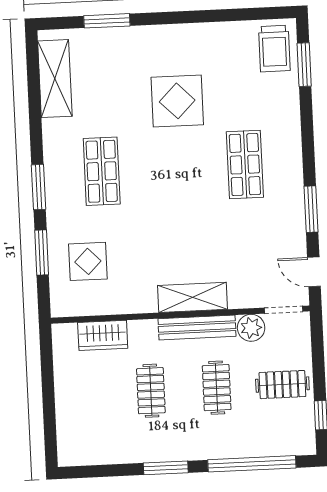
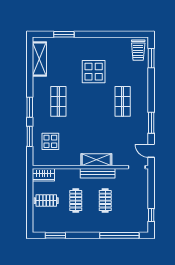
plant: (251, 328) -> (122, 175), removed
wardrobe: (103, 335) -> (43, 175), moved
clothes rail: (282, 385) -> (46, 201), moved
window: (166, 468) -> (55, 235), moved

